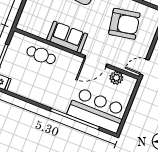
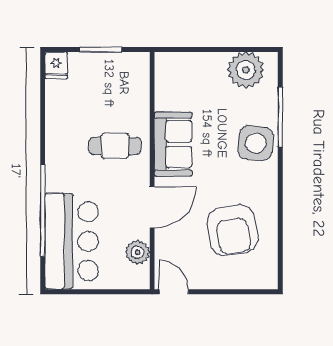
cafe table: (41, 55) -> (115, 146), moved, turned 90
door: (96, 61) -> (152, 207), swing flipped

